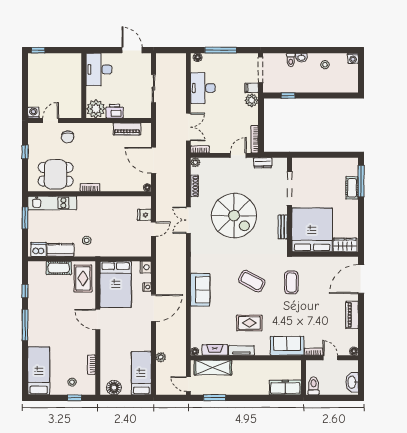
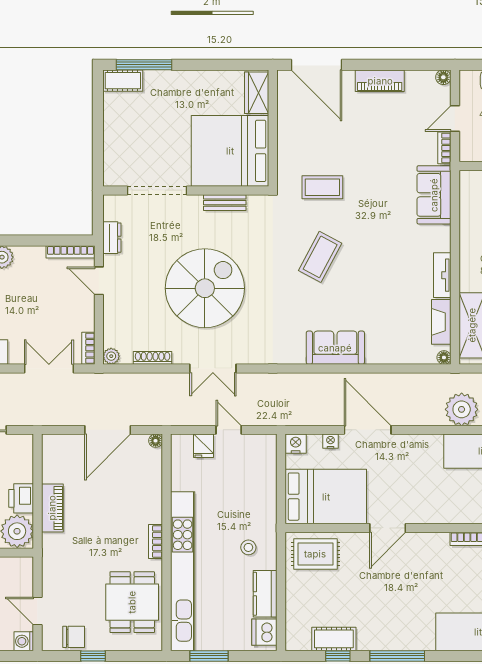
piano: (127, 129) -> (52, 508), moved
chair: (68, 137) -> (74, 637), moved
cot: (352, 188) -> (123, 81), moved
kitchen unit: (52, 203) -> (183, 571), width x1.86
cot: (59, 268) -> (334, 639), moved, turned 90
rug: (249, 323) -> (394, 261), removed
plant: (161, 357) -> (462, 409), width x1.88, depth x1.88

